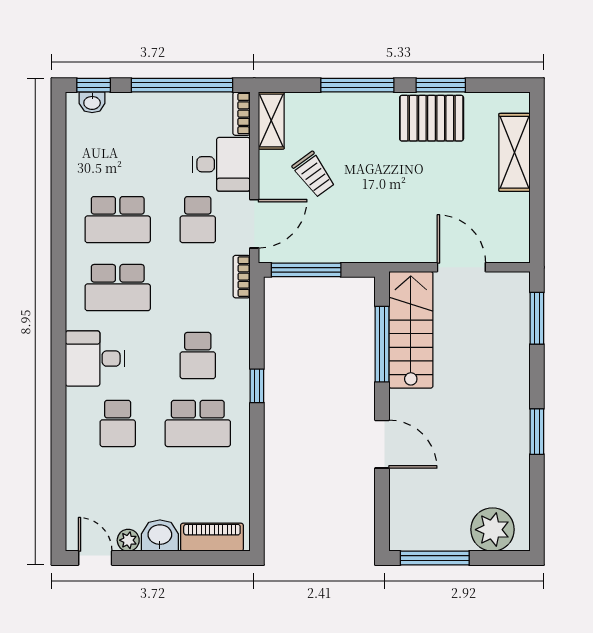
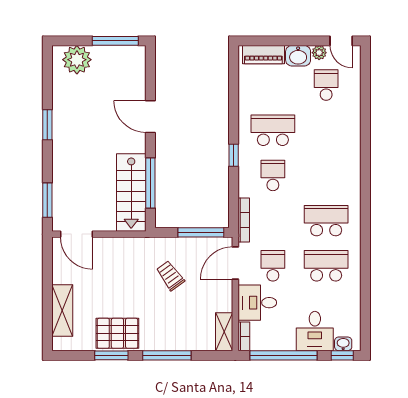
trolley: (314, 174) -> (170, 276), moved
door: (461, 267) -> (76, 234), moved
bookcase: (242, 277) -> (244, 220), width x1.56
desk: (95, 359) -> (315, 331), moved, turned 90
school desk: (118, 423) -> (326, 85), moved

